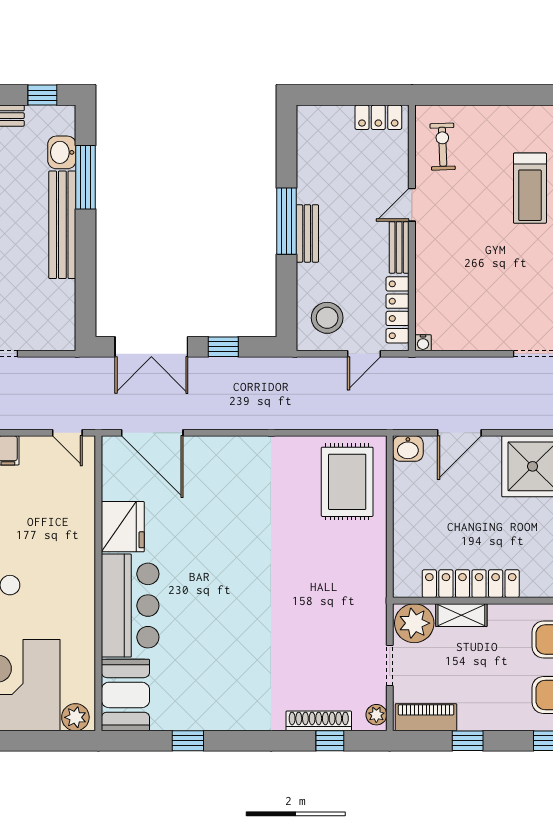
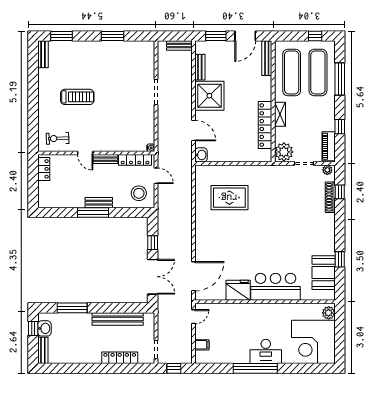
washbasin: (62, 152) -> (44, 328), moved, turned -90
bench: (62, 225) -> (118, 319), moved
rug: (347, 482) -> (229, 198), moved
shelving: (461, 615) -> (280, 114), moved
booth: (125, 695) -> (324, 273), moved, turned 90

